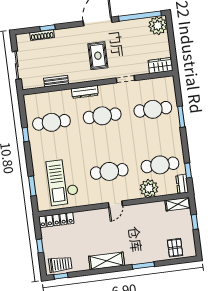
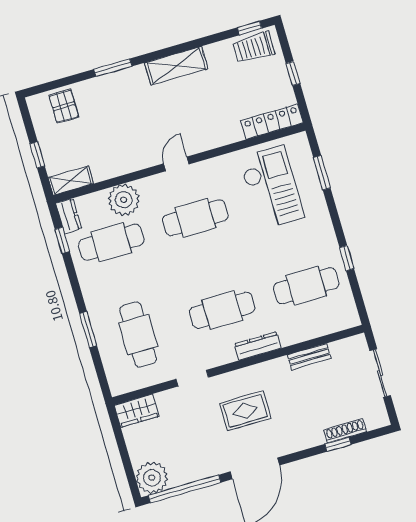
rug: (98, 56) -> (245, 411), turned 90
cafe table: (153, 109) -> (138, 335), turned 90

